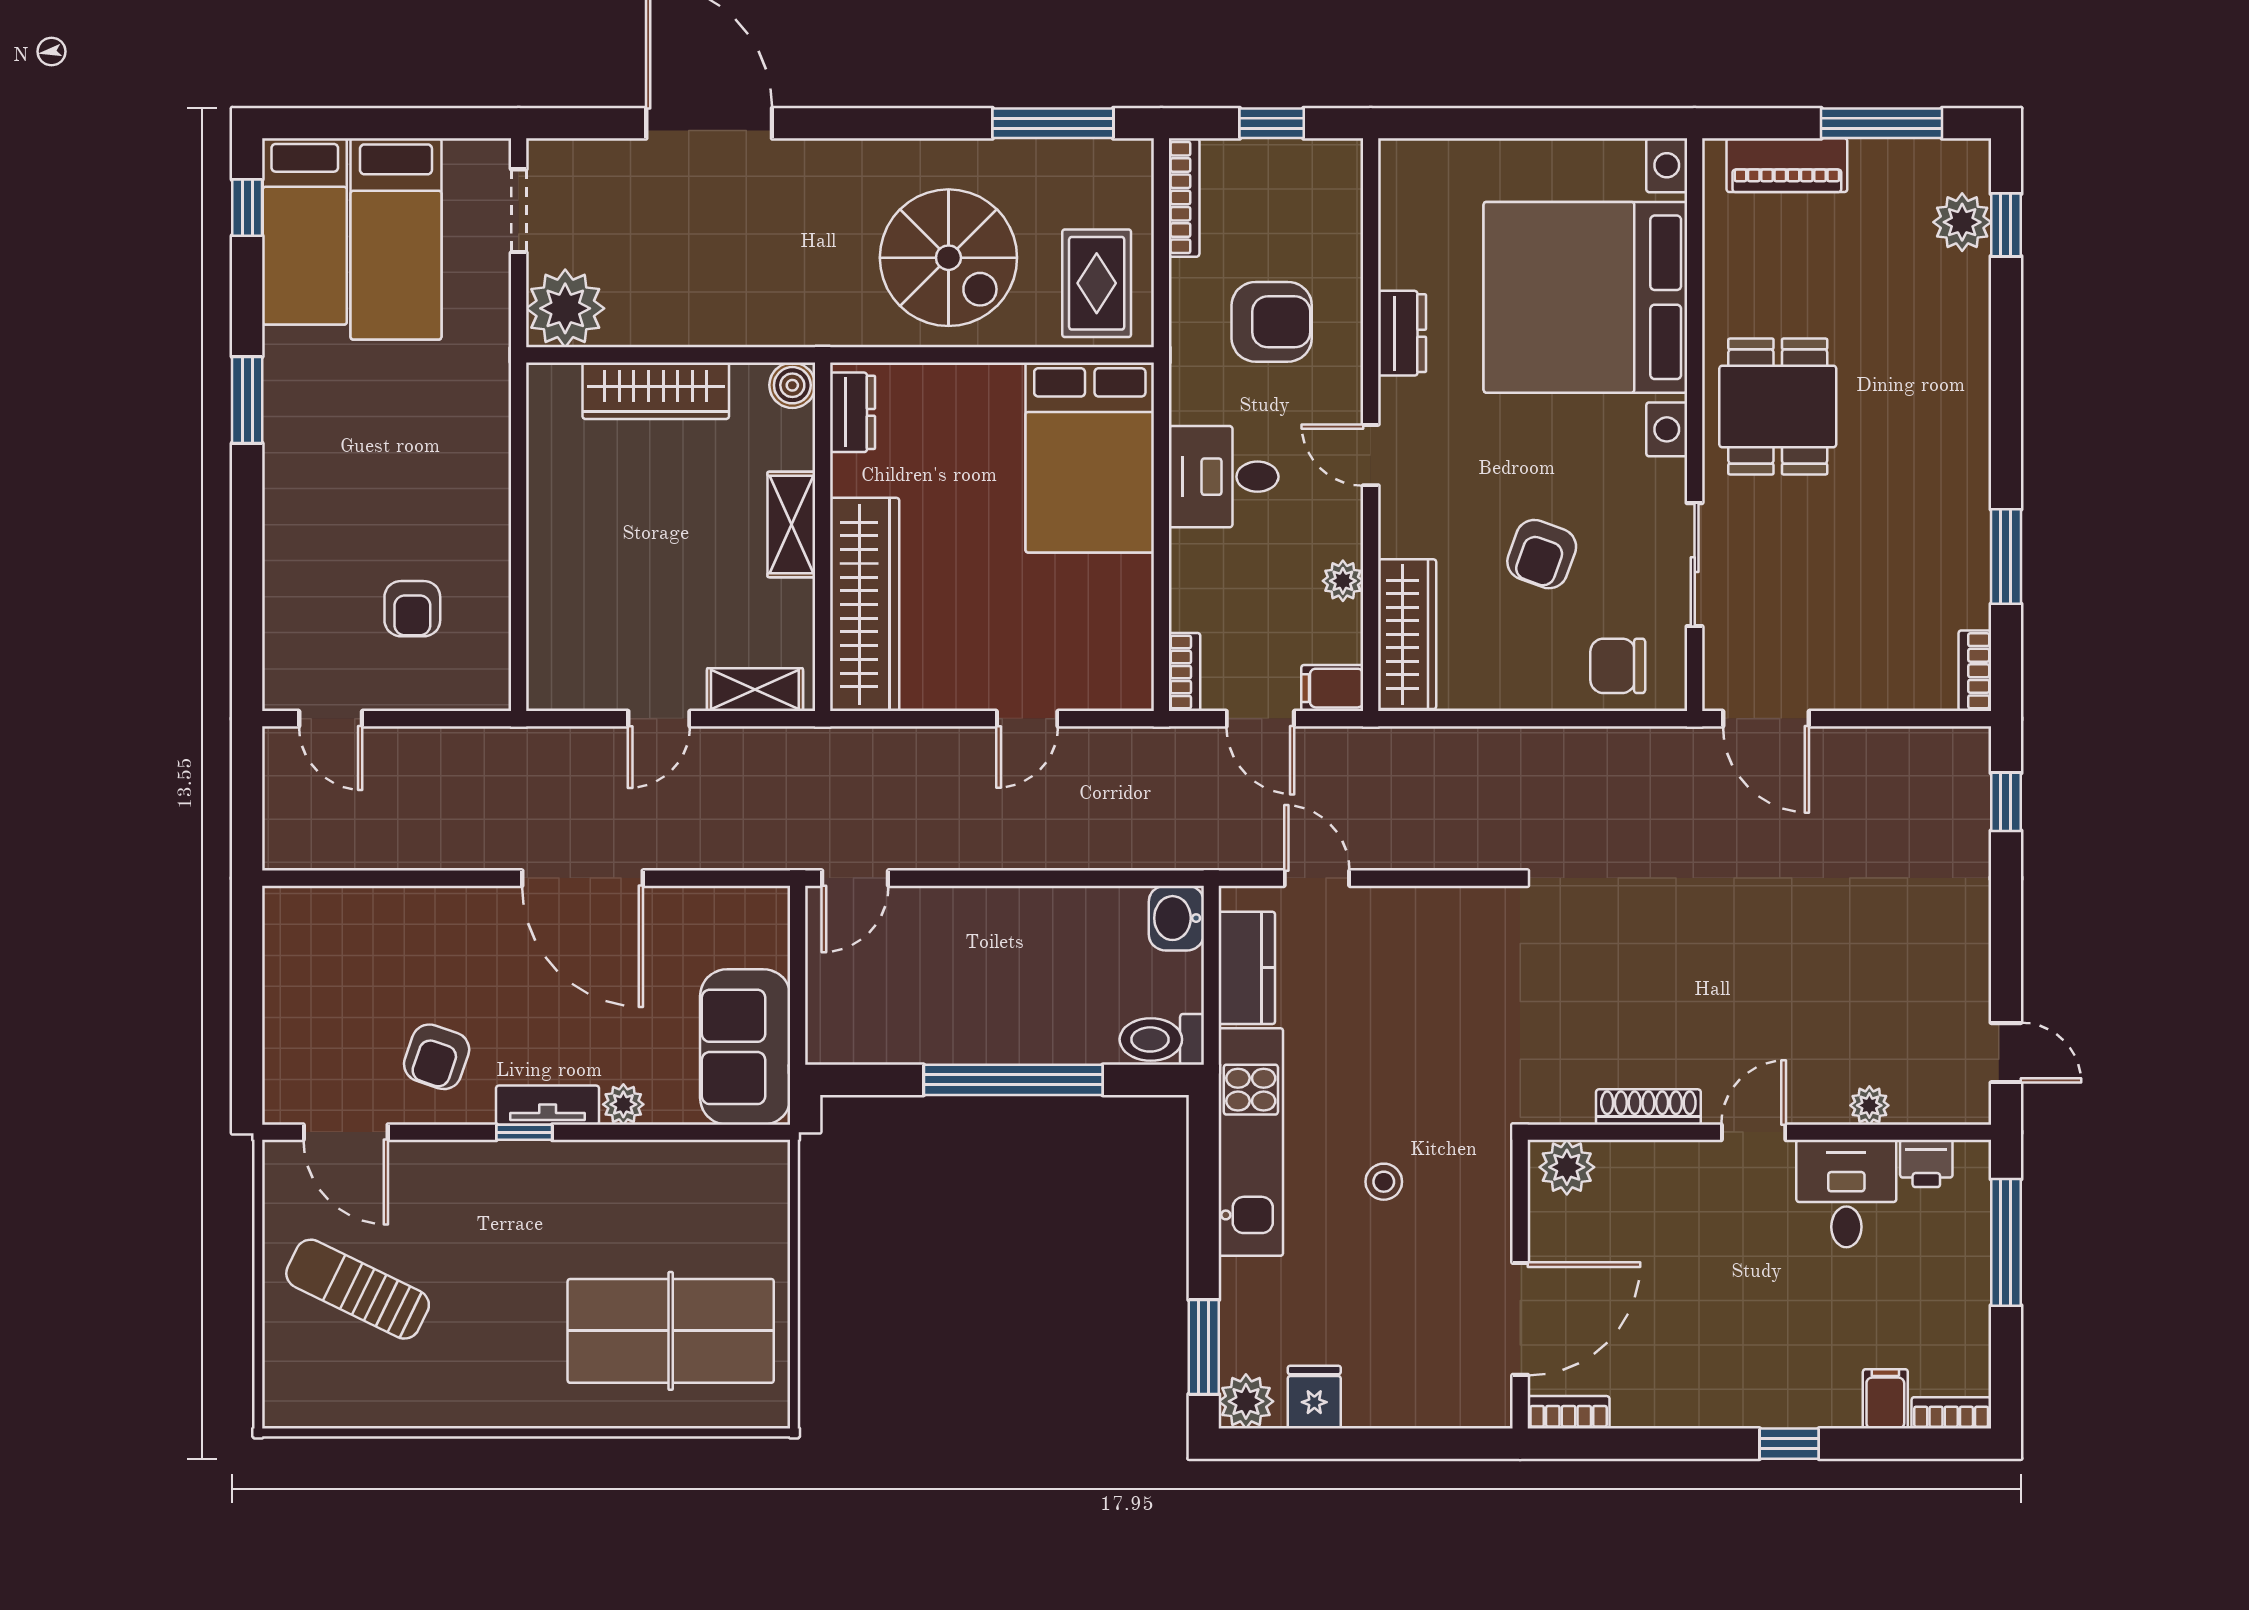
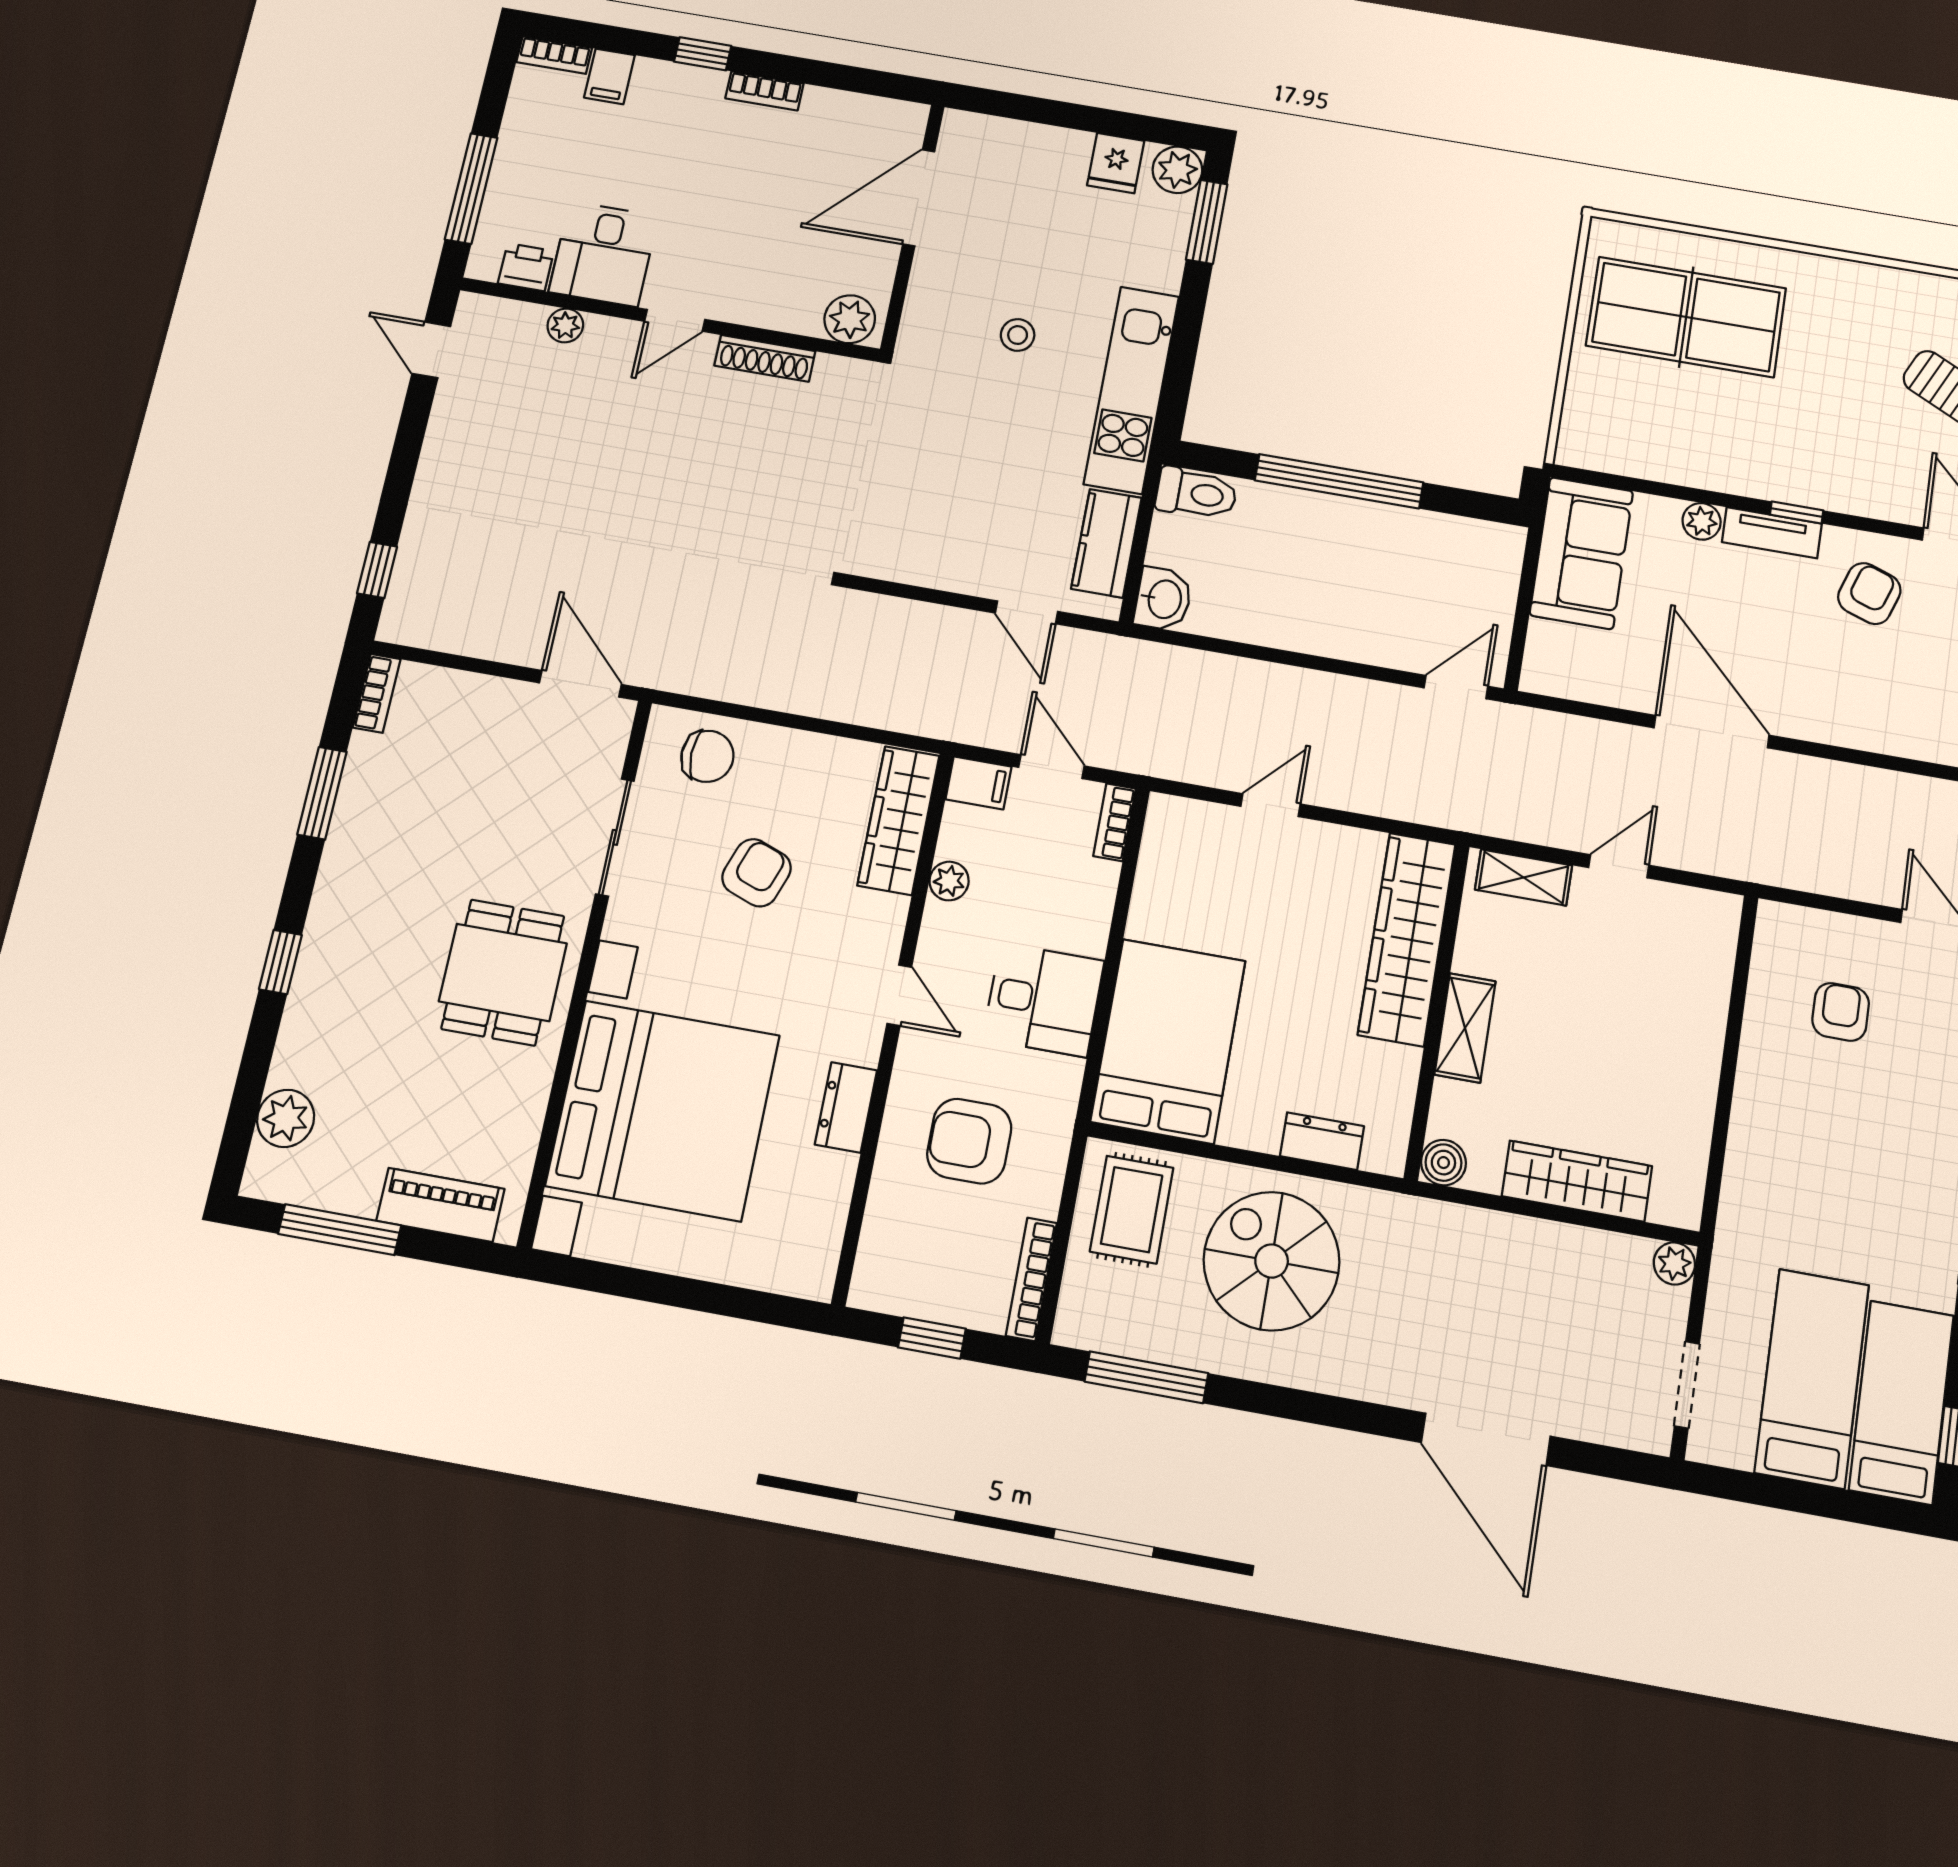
window: (2006, 225) -> (280, 962), moved
plant: (565, 308) -> (1674, 1264), width x0.53, depth x0.53
dresser: (852, 412) -> (1322, 1141), moved, turned 90
bookcase: (1569, 1412) -> (764, 91), moved

